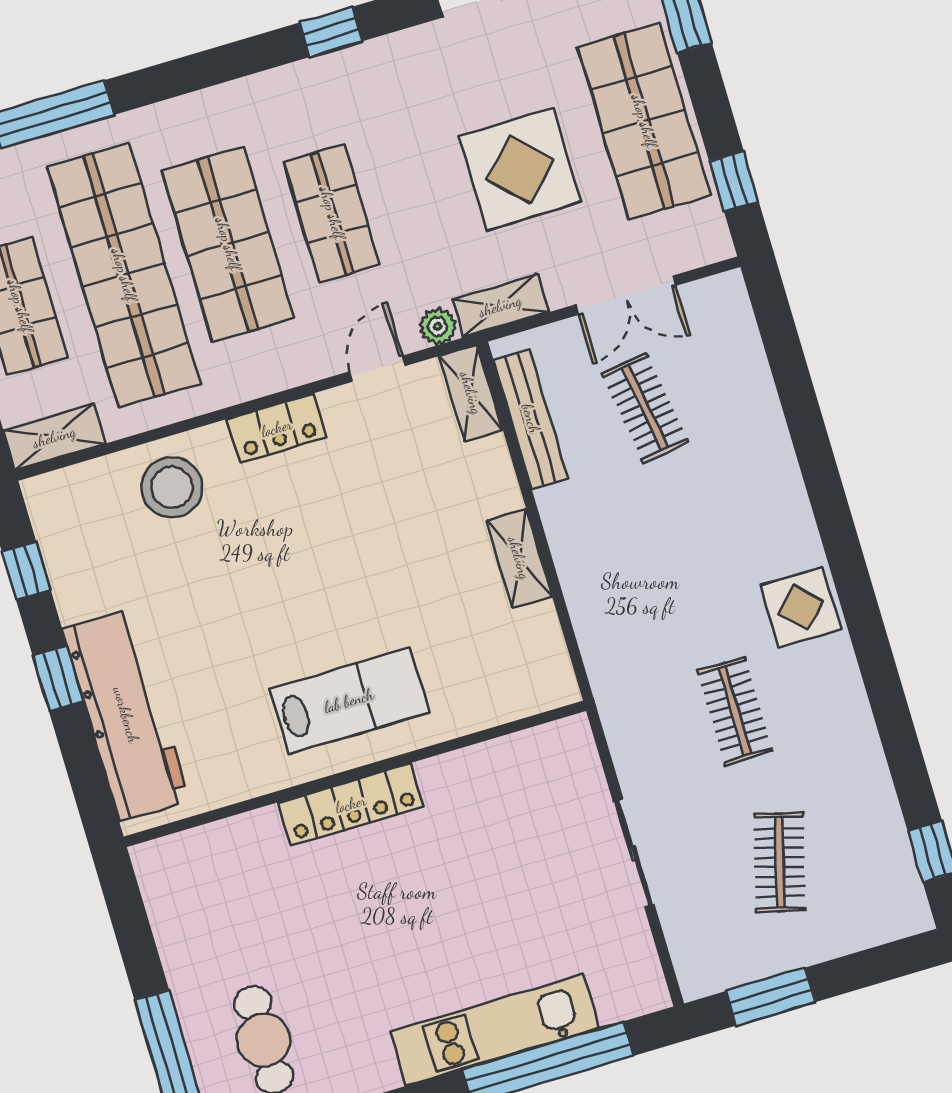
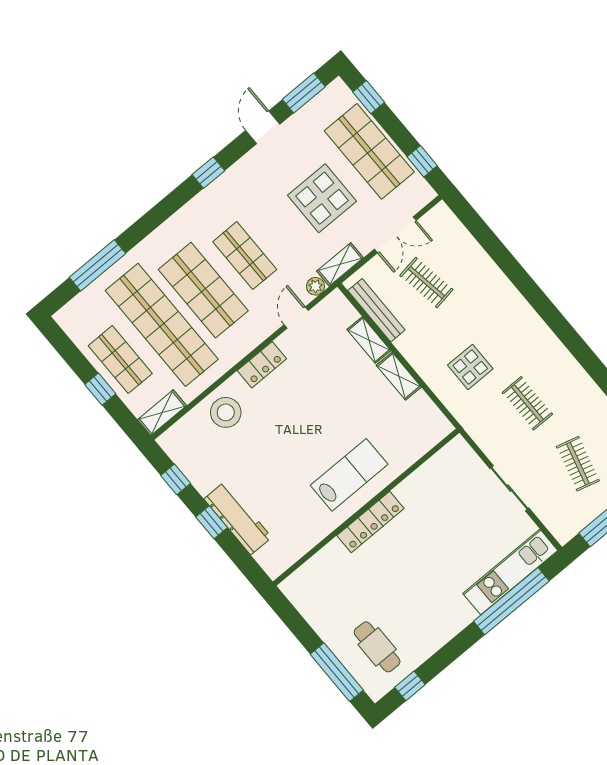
shelving: (471, 393) -> (369, 340), moved
display table: (801, 607) -> (470, 367), moved
workbench: (126, 715) -> (238, 518), width x0.73, depth x0.76
kitchen unit: (495, 1030) -> (510, 572), moved

